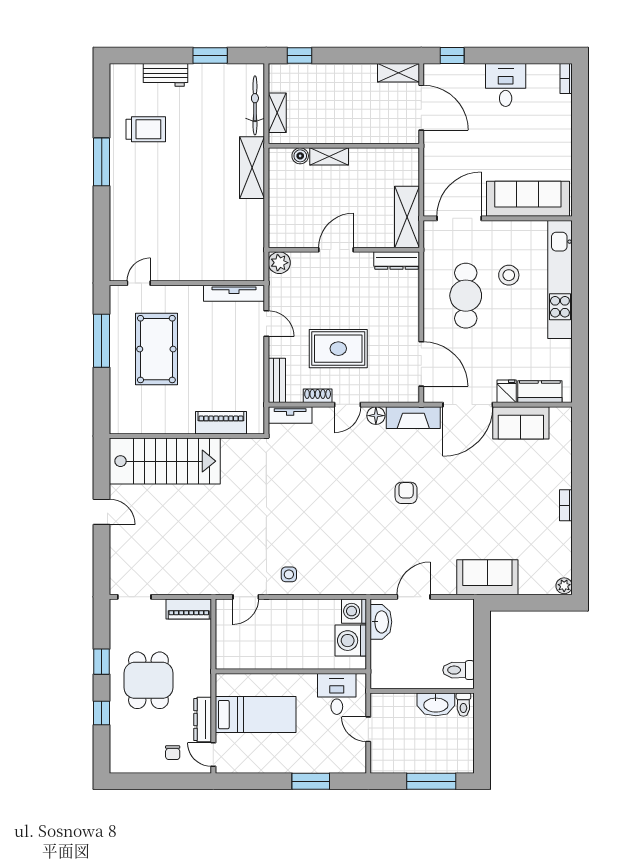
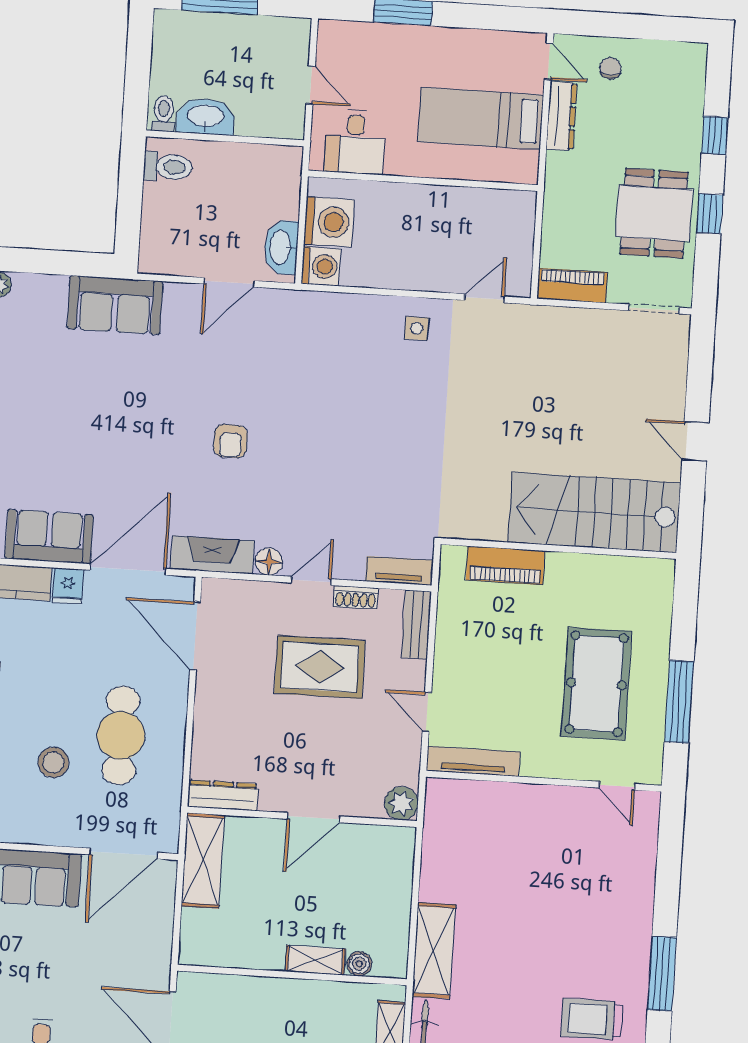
door: (139, 283) -> (617, 786), hinge flipped
dining table: (148, 680) -> (654, 213), moved

